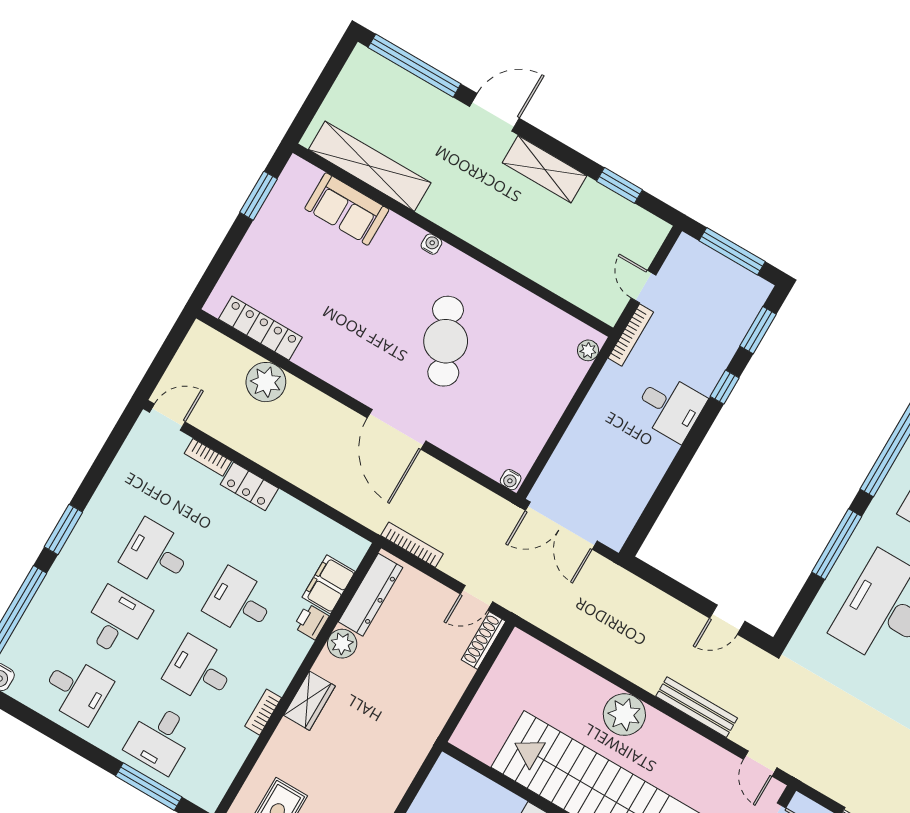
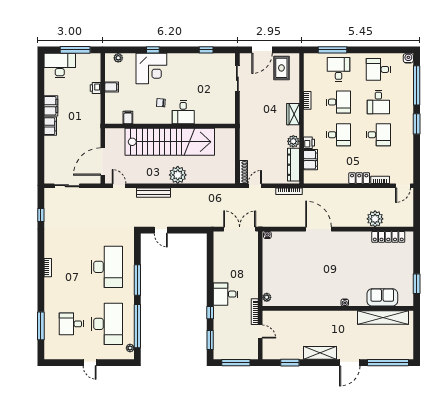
cafe table: (446, 341) -> (319, 271), removed
door: (727, 620) -> (161, 230), swing flipped

